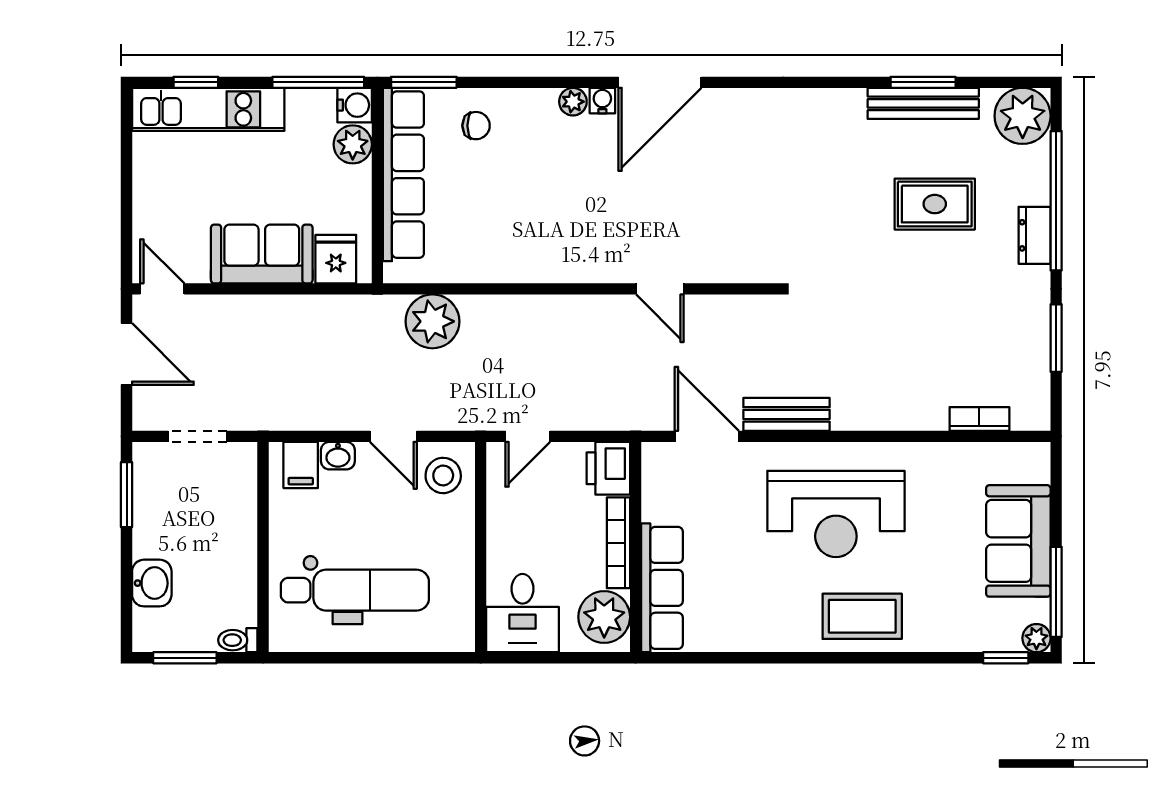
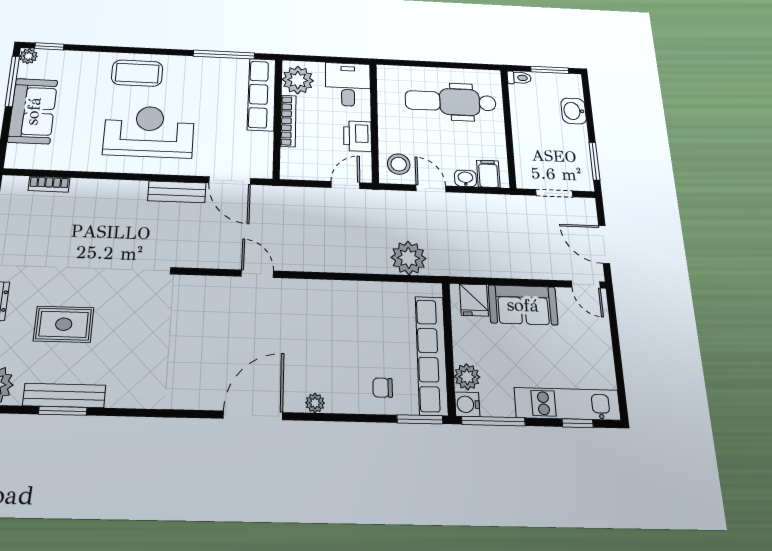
water cooler: (602, 101) -> (294, 403), removed
printer: (608, 468) -> (357, 136), moved, turned 180
window: (725, 658) -> (224, 55), added

